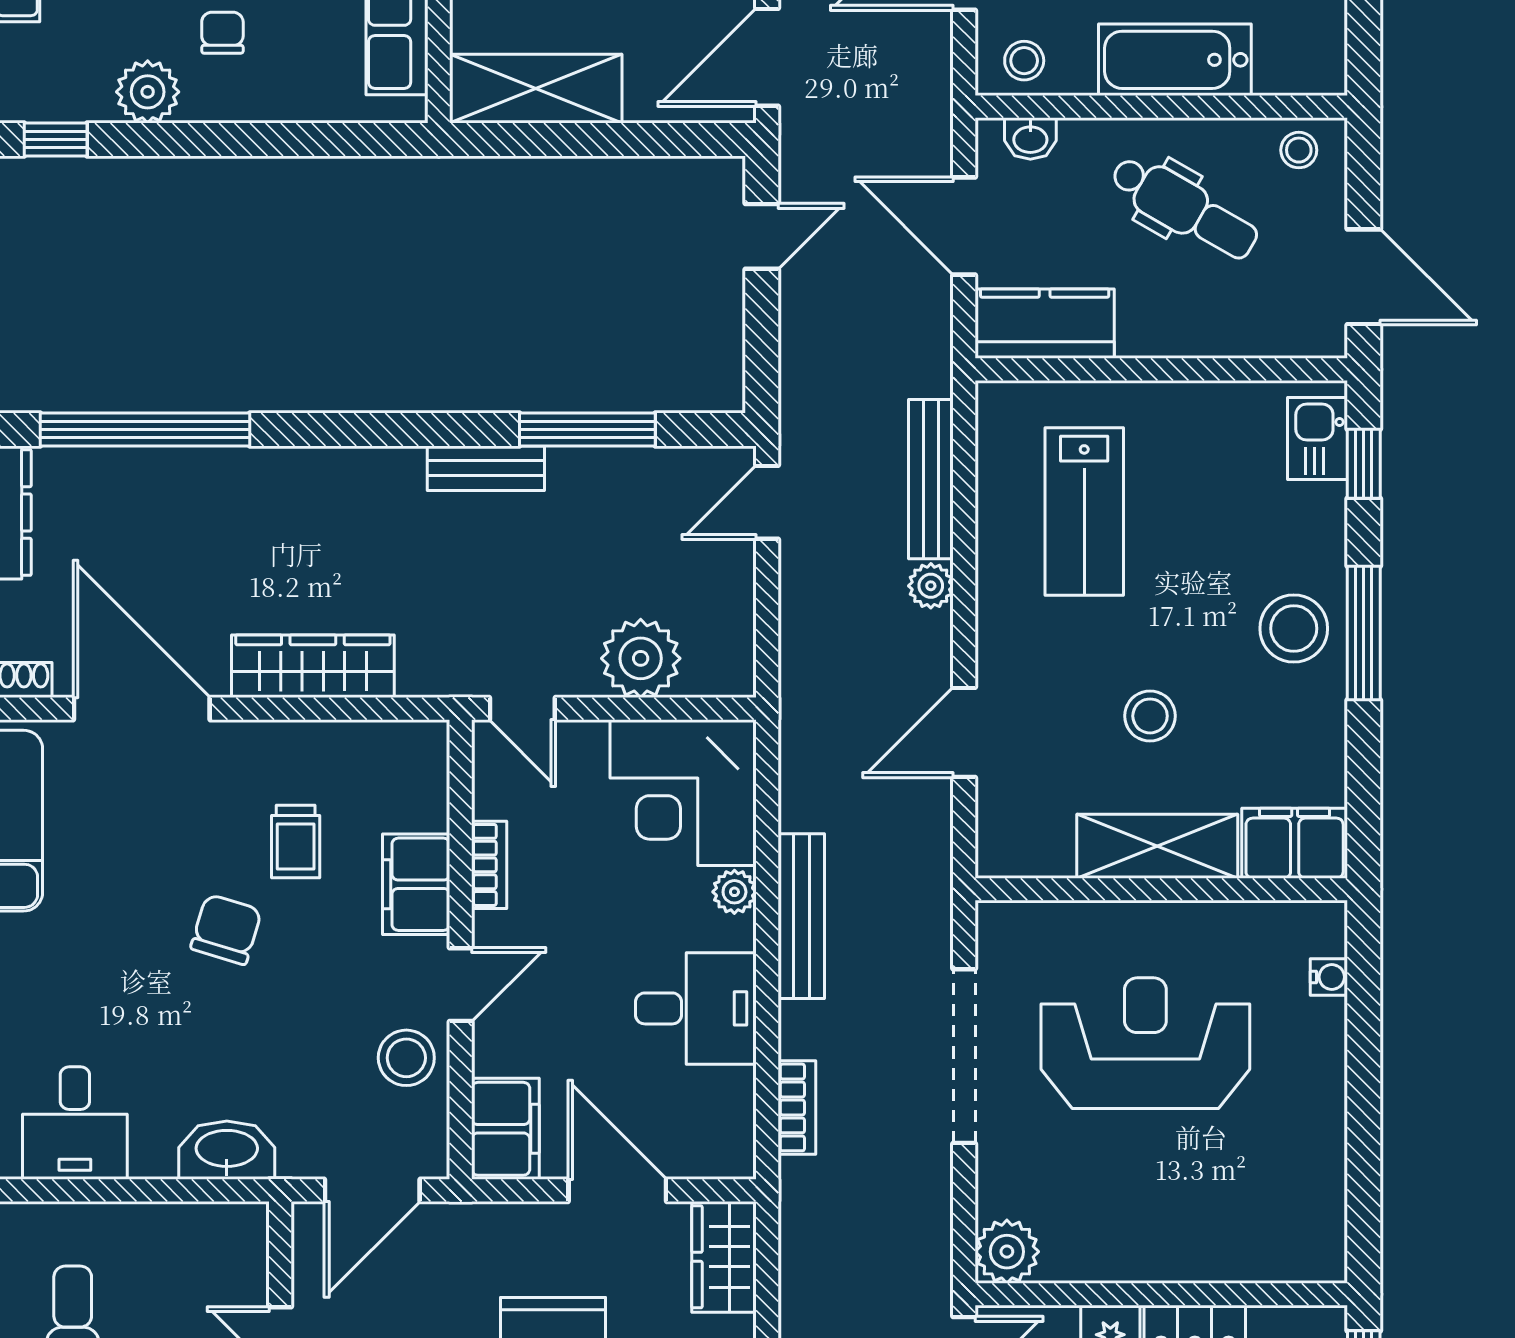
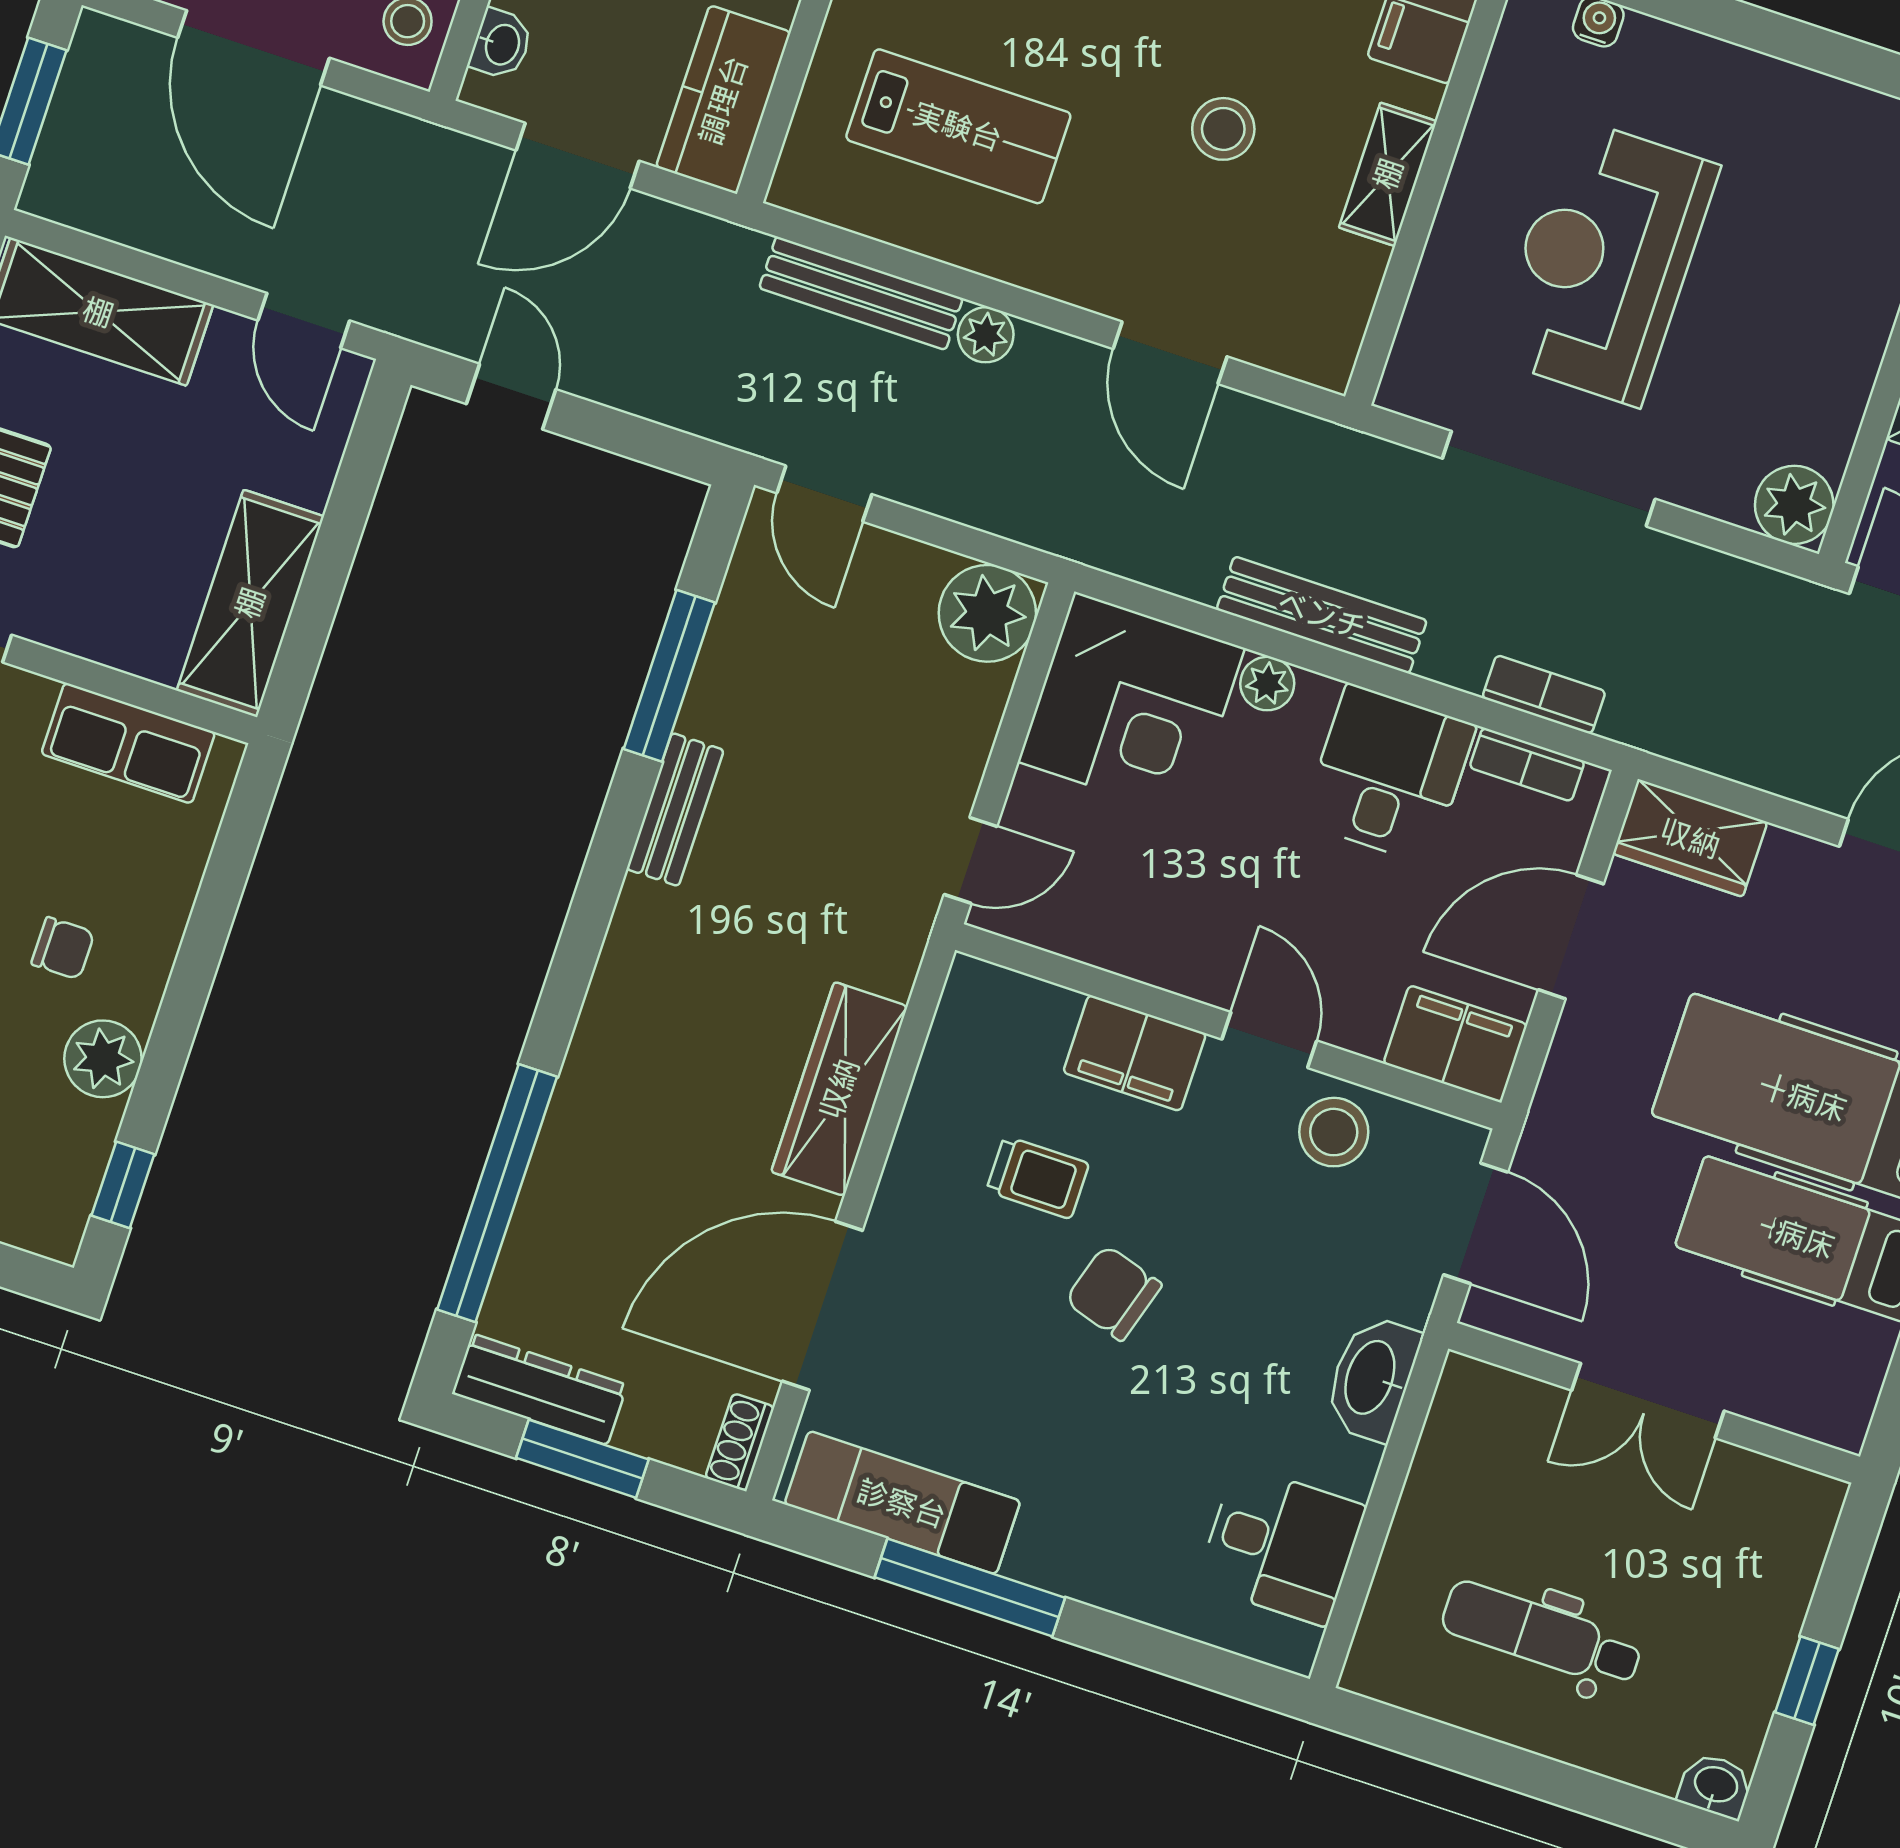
chair: (222, 33) -> (63, 948), turned 180
door: (767, 57) -> (304, 321), width x0.73
plant: (641, 658) -> (987, 613), moved
shelving: (1157, 846) -> (1388, 174), width x0.67, depth x0.75
bookcase: (489, 865) -> (1527, 764), moved, turned 180

